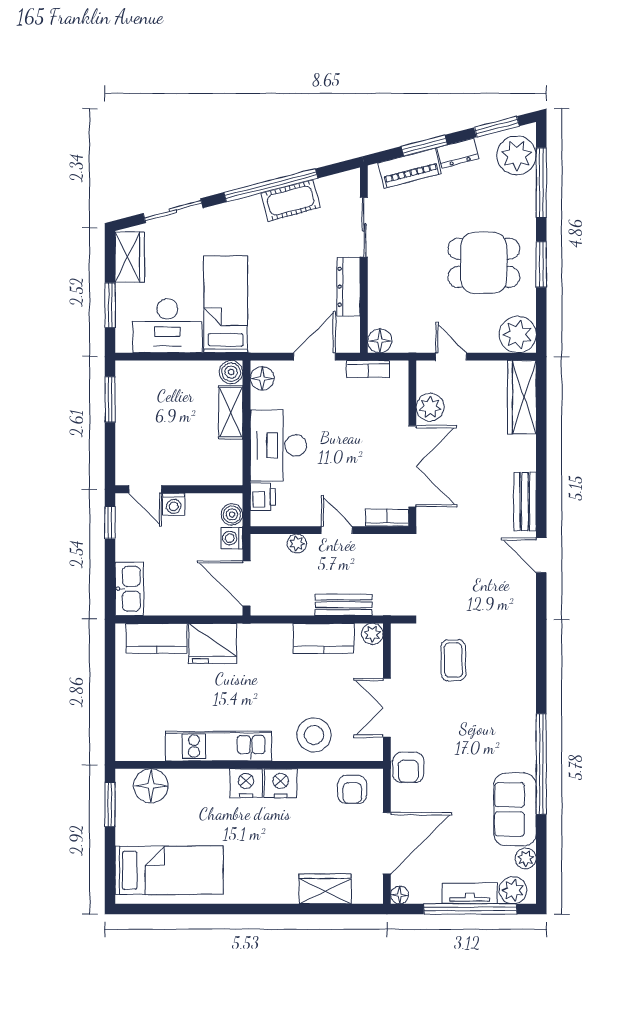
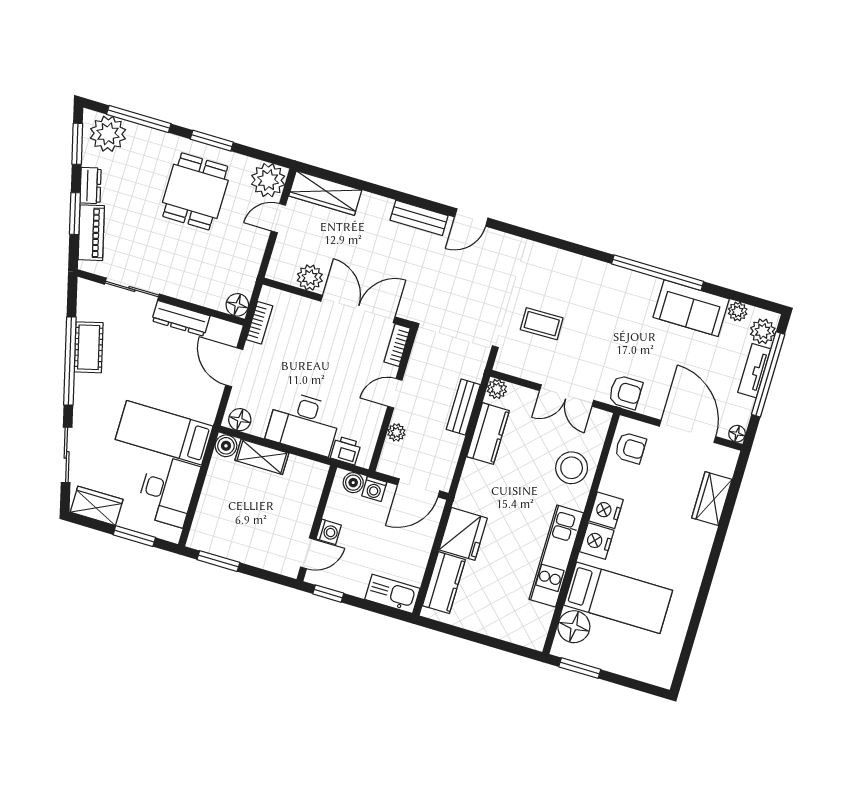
door: (451, 357) -> (278, 218), moved
bed: (169, 870) -> (618, 598), moved, turned 90

